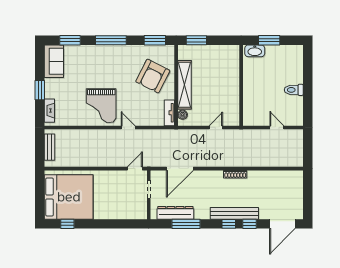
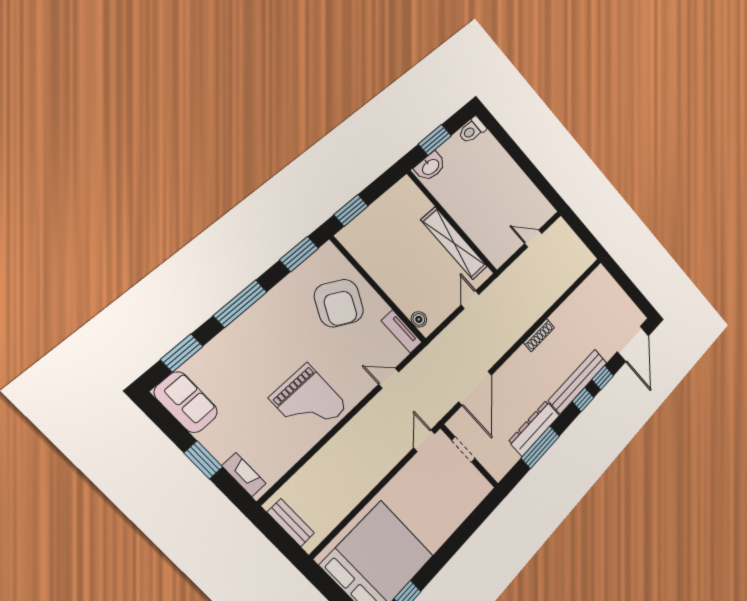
shelving: (184, 85) -> (454, 243), moved
toilet: (294, 90) -> (472, 130), moved
door: (128, 127) -> (389, 378), moved
dresser: (175, 213) -> (534, 428), moved

